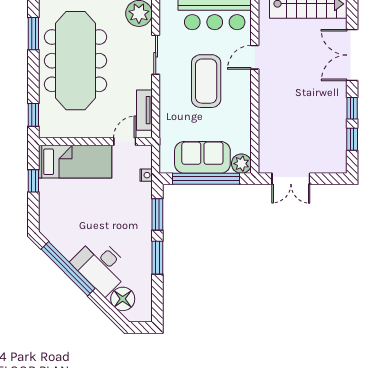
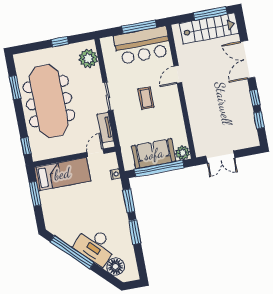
sliding door: (156, 55) -> (108, 96), moved
coffee table: (206, 81) -> (146, 98), width x0.54, depth x0.58
window: (33, 181) -> (35, 194), width x1.50

